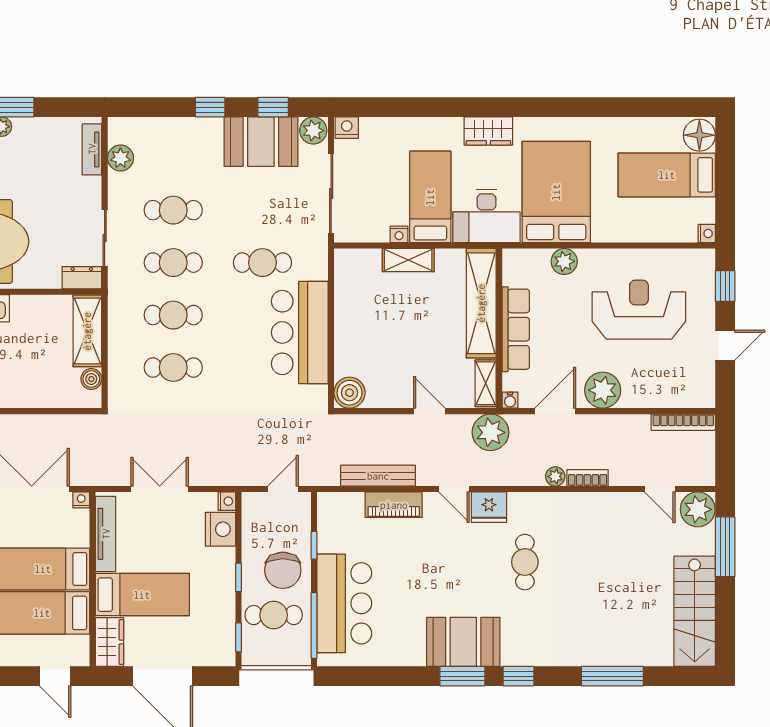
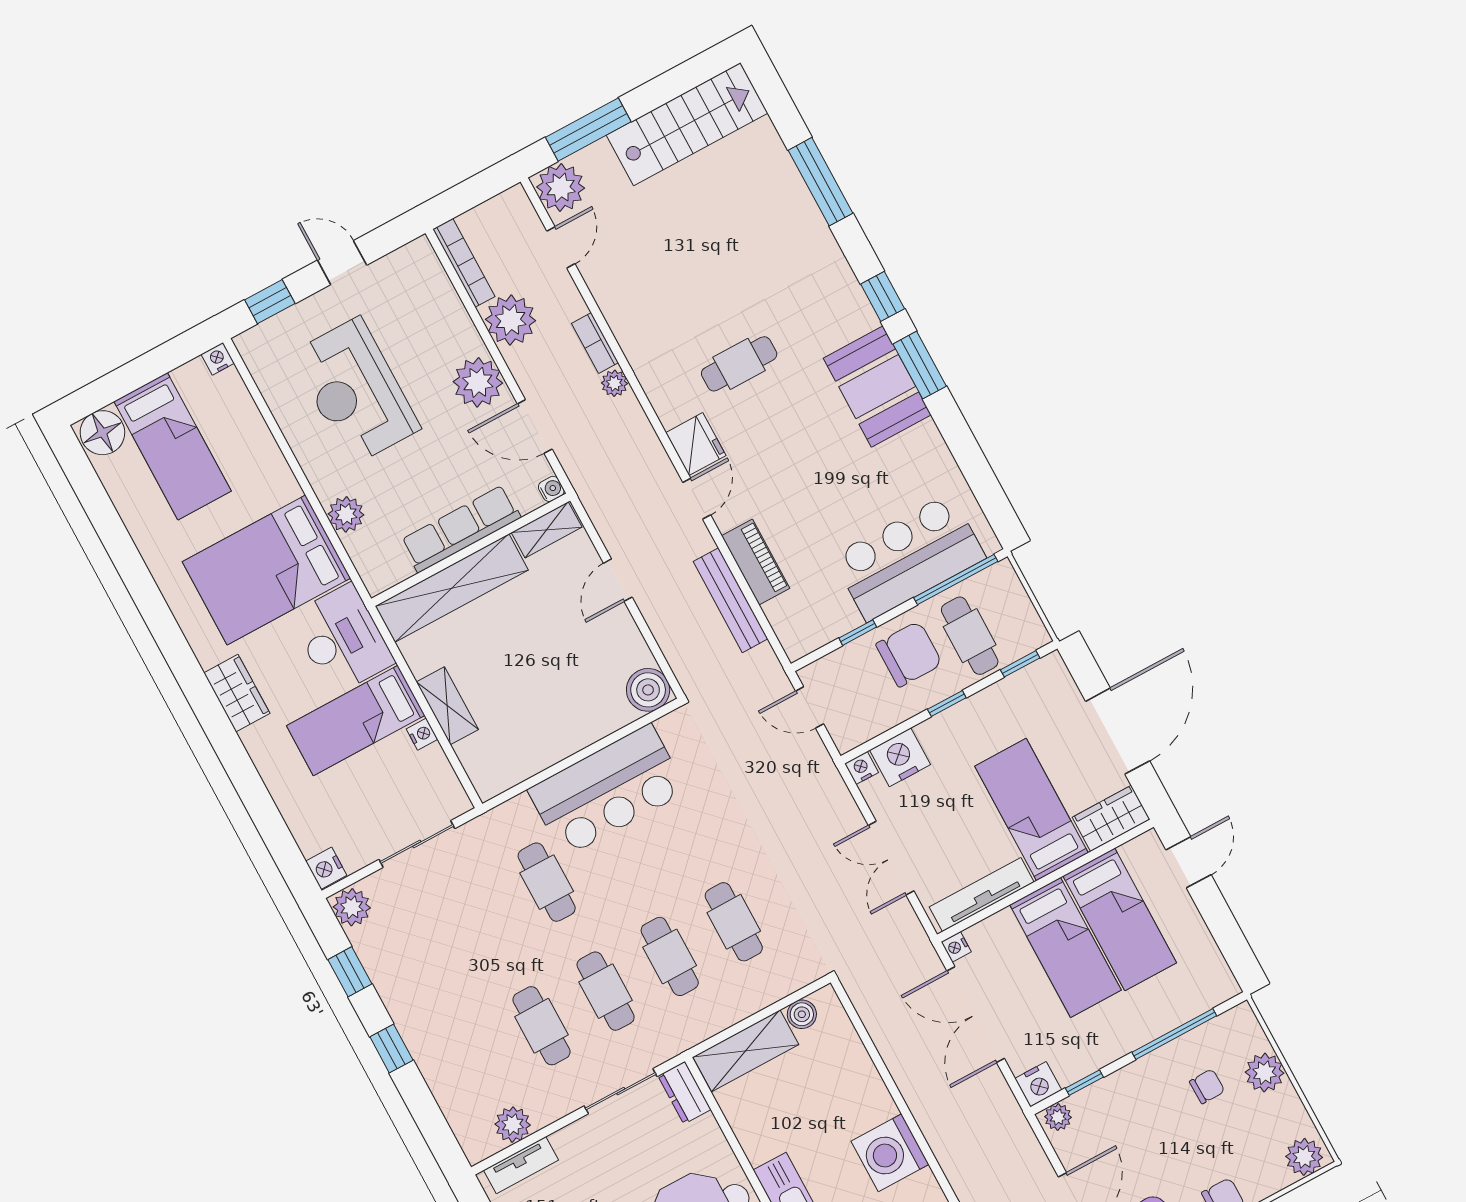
booth: (261, 142) -> (400, 964), removed
sliding door: (331, 193) -> (417, 844), width x0.73
plant: (491, 432) -> (511, 320), moved

